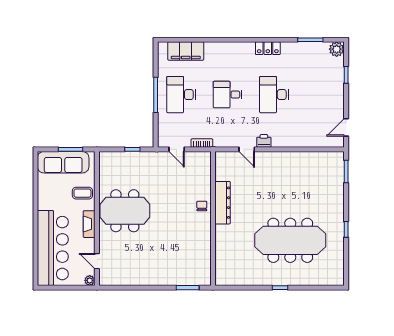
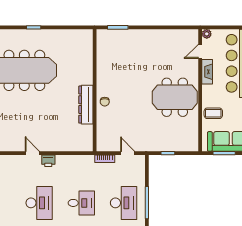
door: (247, 149) -> (32, 153), moved
fireplace: (89, 224) -> (207, 72), moved
door: (97, 261) -> (200, 51), swing flipped

